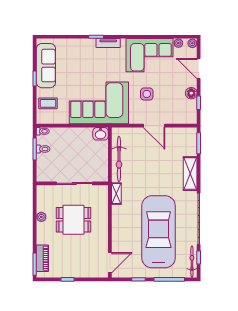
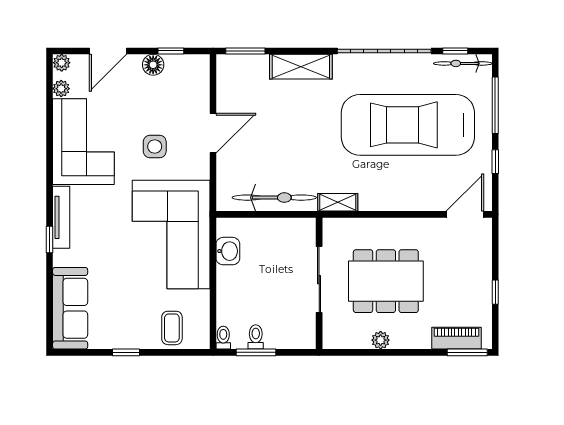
tv unit: (108, 43) -> (61, 217), width x1.41
sofa: (46, 66) -> (70, 308), moved, turned 90
washbasin: (101, 134) -> (228, 251), moved
dining table: (73, 220) -> (386, 281), width x1.38
door: (110, 263) -> (465, 214), hinge flipped

